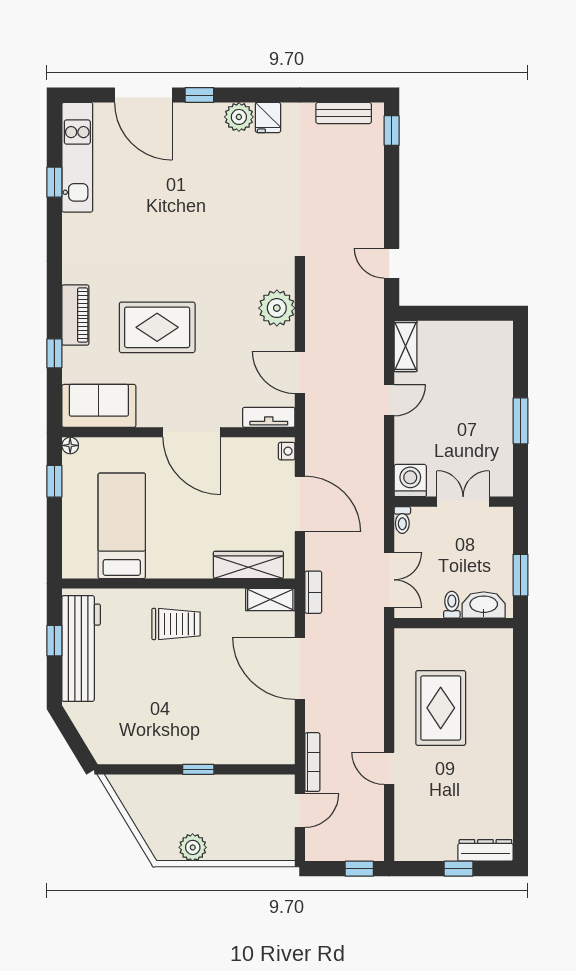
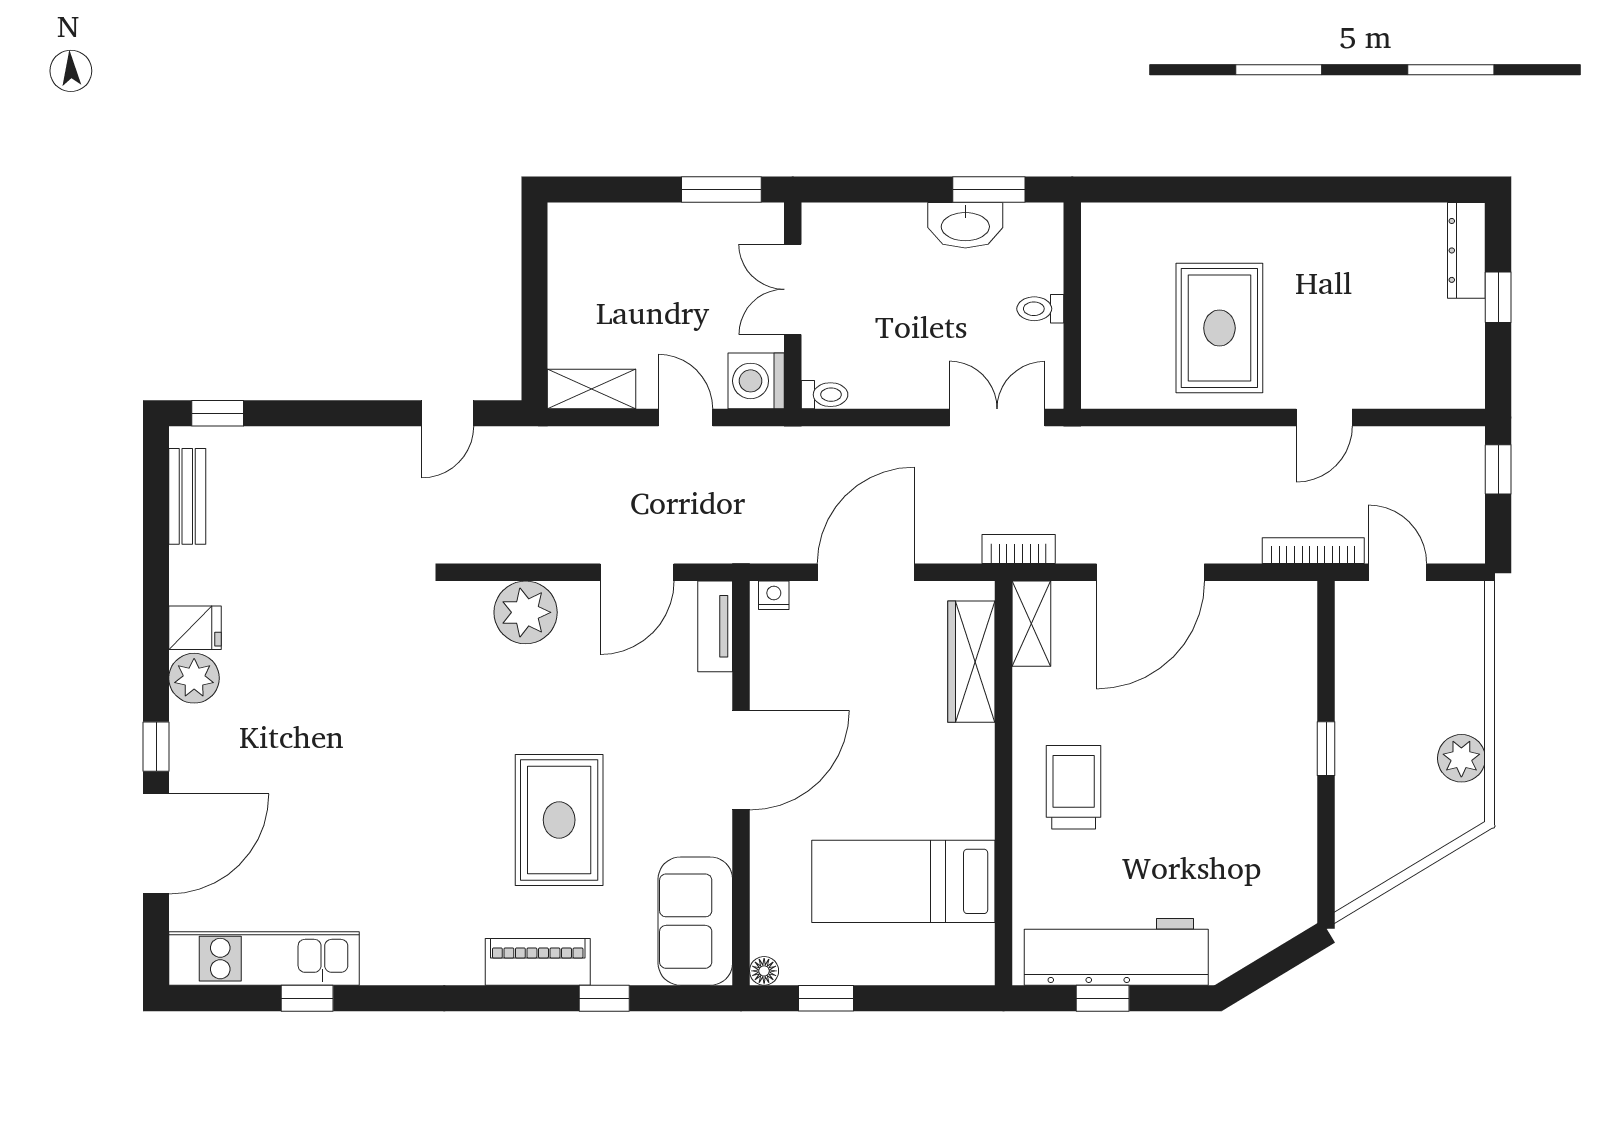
washing machine: (410, 481) -> (756, 381), moved
wall: (454, 502) -> (793, 306), moved
double door: (463, 502) -> (793, 289), moved
toilet: (402, 520) -> (825, 395), moved
washbasin: (484, 605) -> (965, 225), moved, turned -90
rug: (441, 708) -> (1219, 328), turned 90

